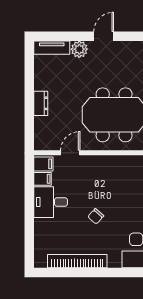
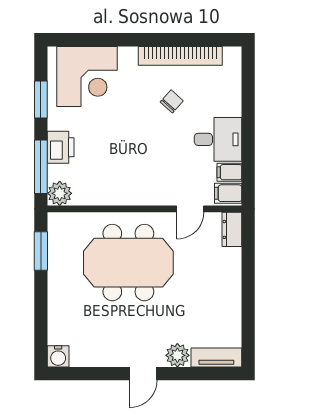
dresser: (41, 103) -> (232, 229), moved
chair: (96, 216) -> (172, 101), moved

